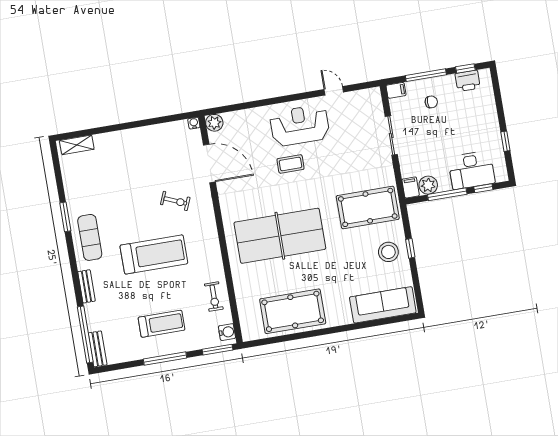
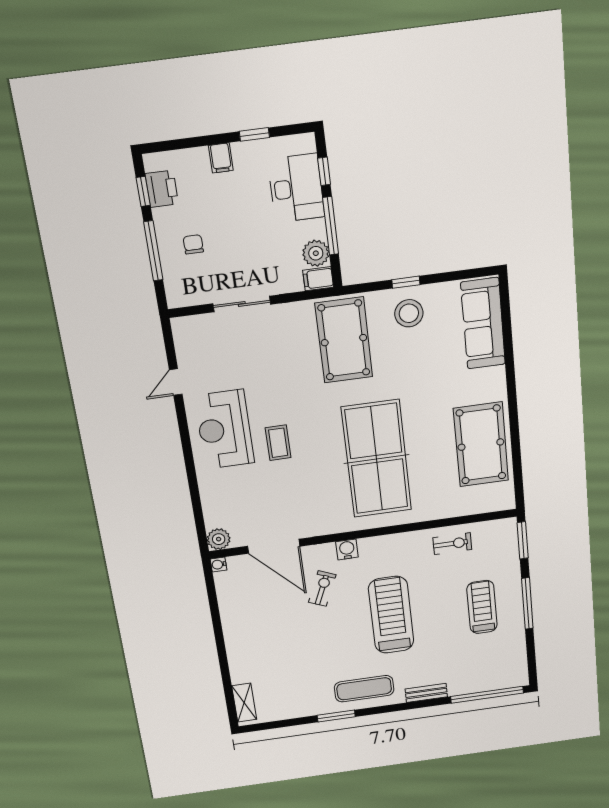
filing cabinet: (396, 90) -> (221, 158), moved, turned 180
door: (209, 163) -> (274, 546), swing flipped
water cooler: (227, 332) -> (347, 549), moved
bench: (98, 349) -> (507, 681), removed

